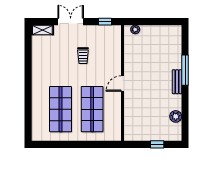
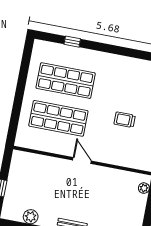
window: (28, 110) -> (72, 42), added

